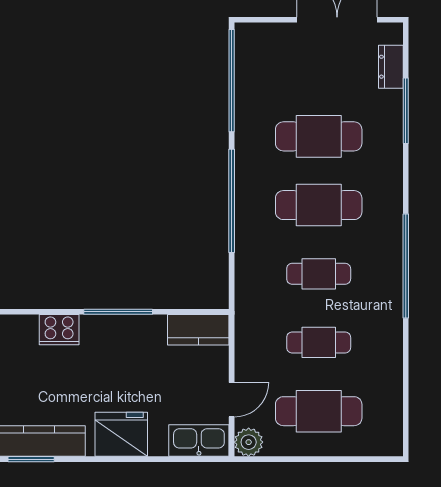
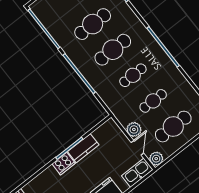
cooker: (59, 330) -> (64, 164), moved
kitchen counter: (198, 330) -> (83, 148), moved
plant: (250, 365) -> (134, 129), added

